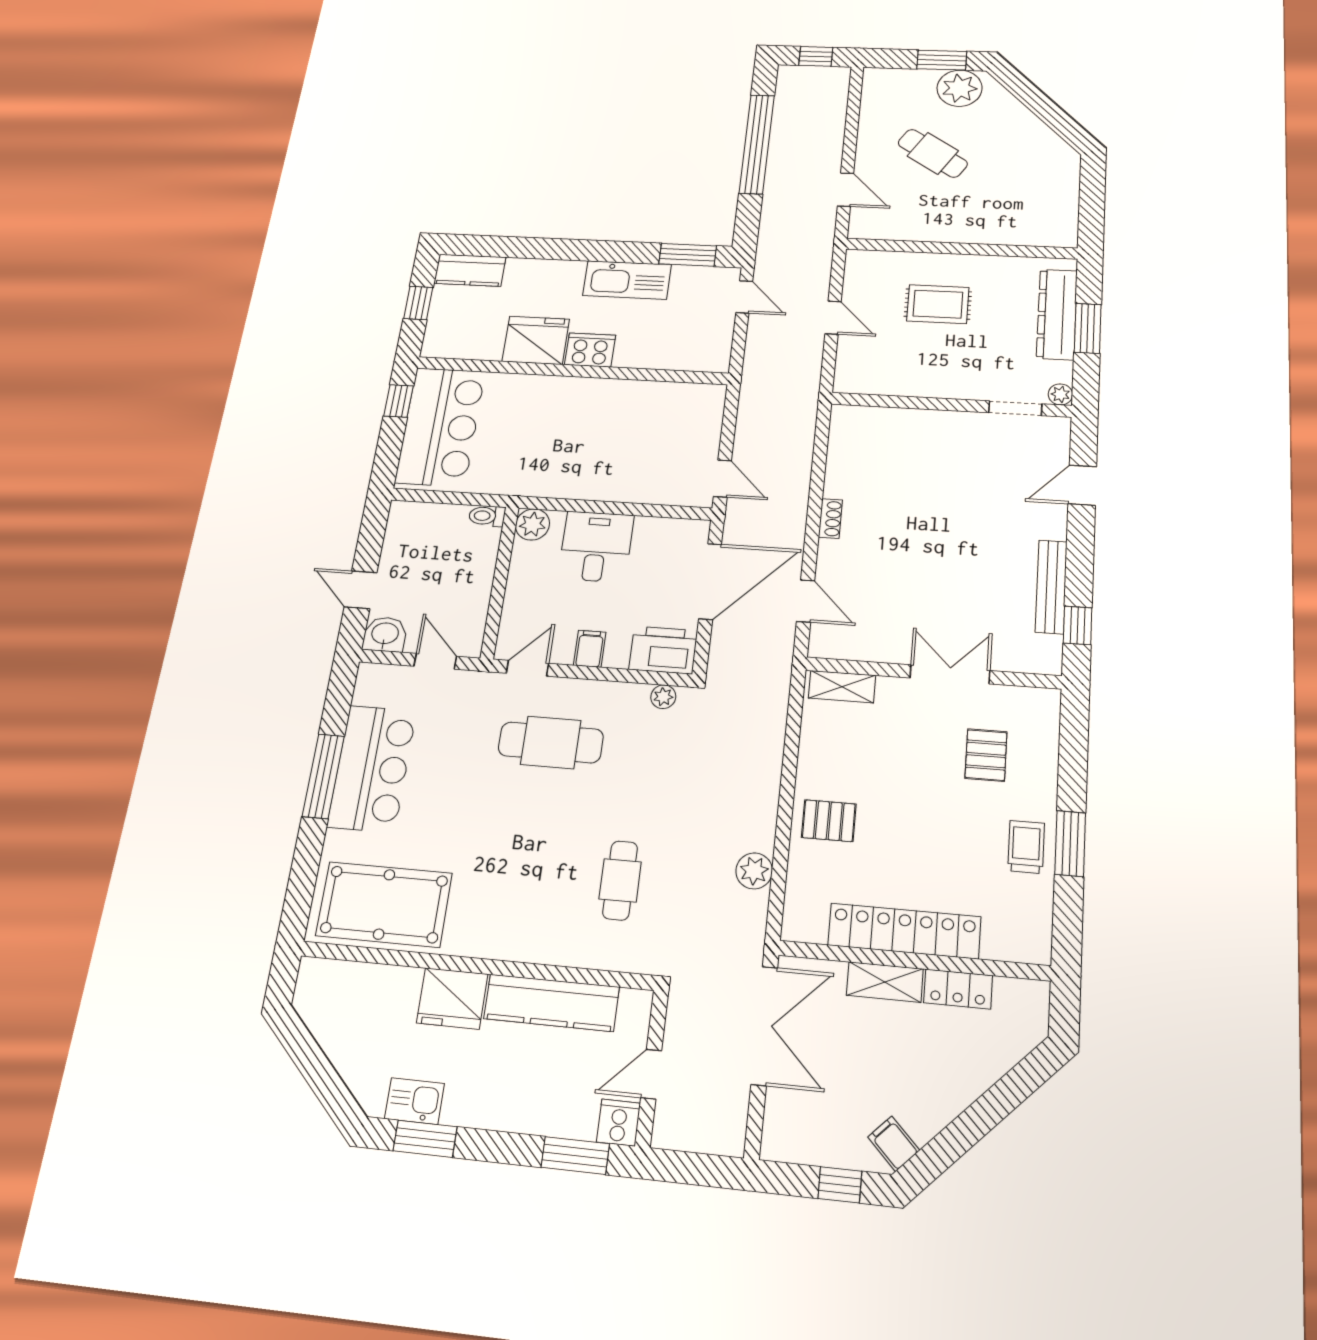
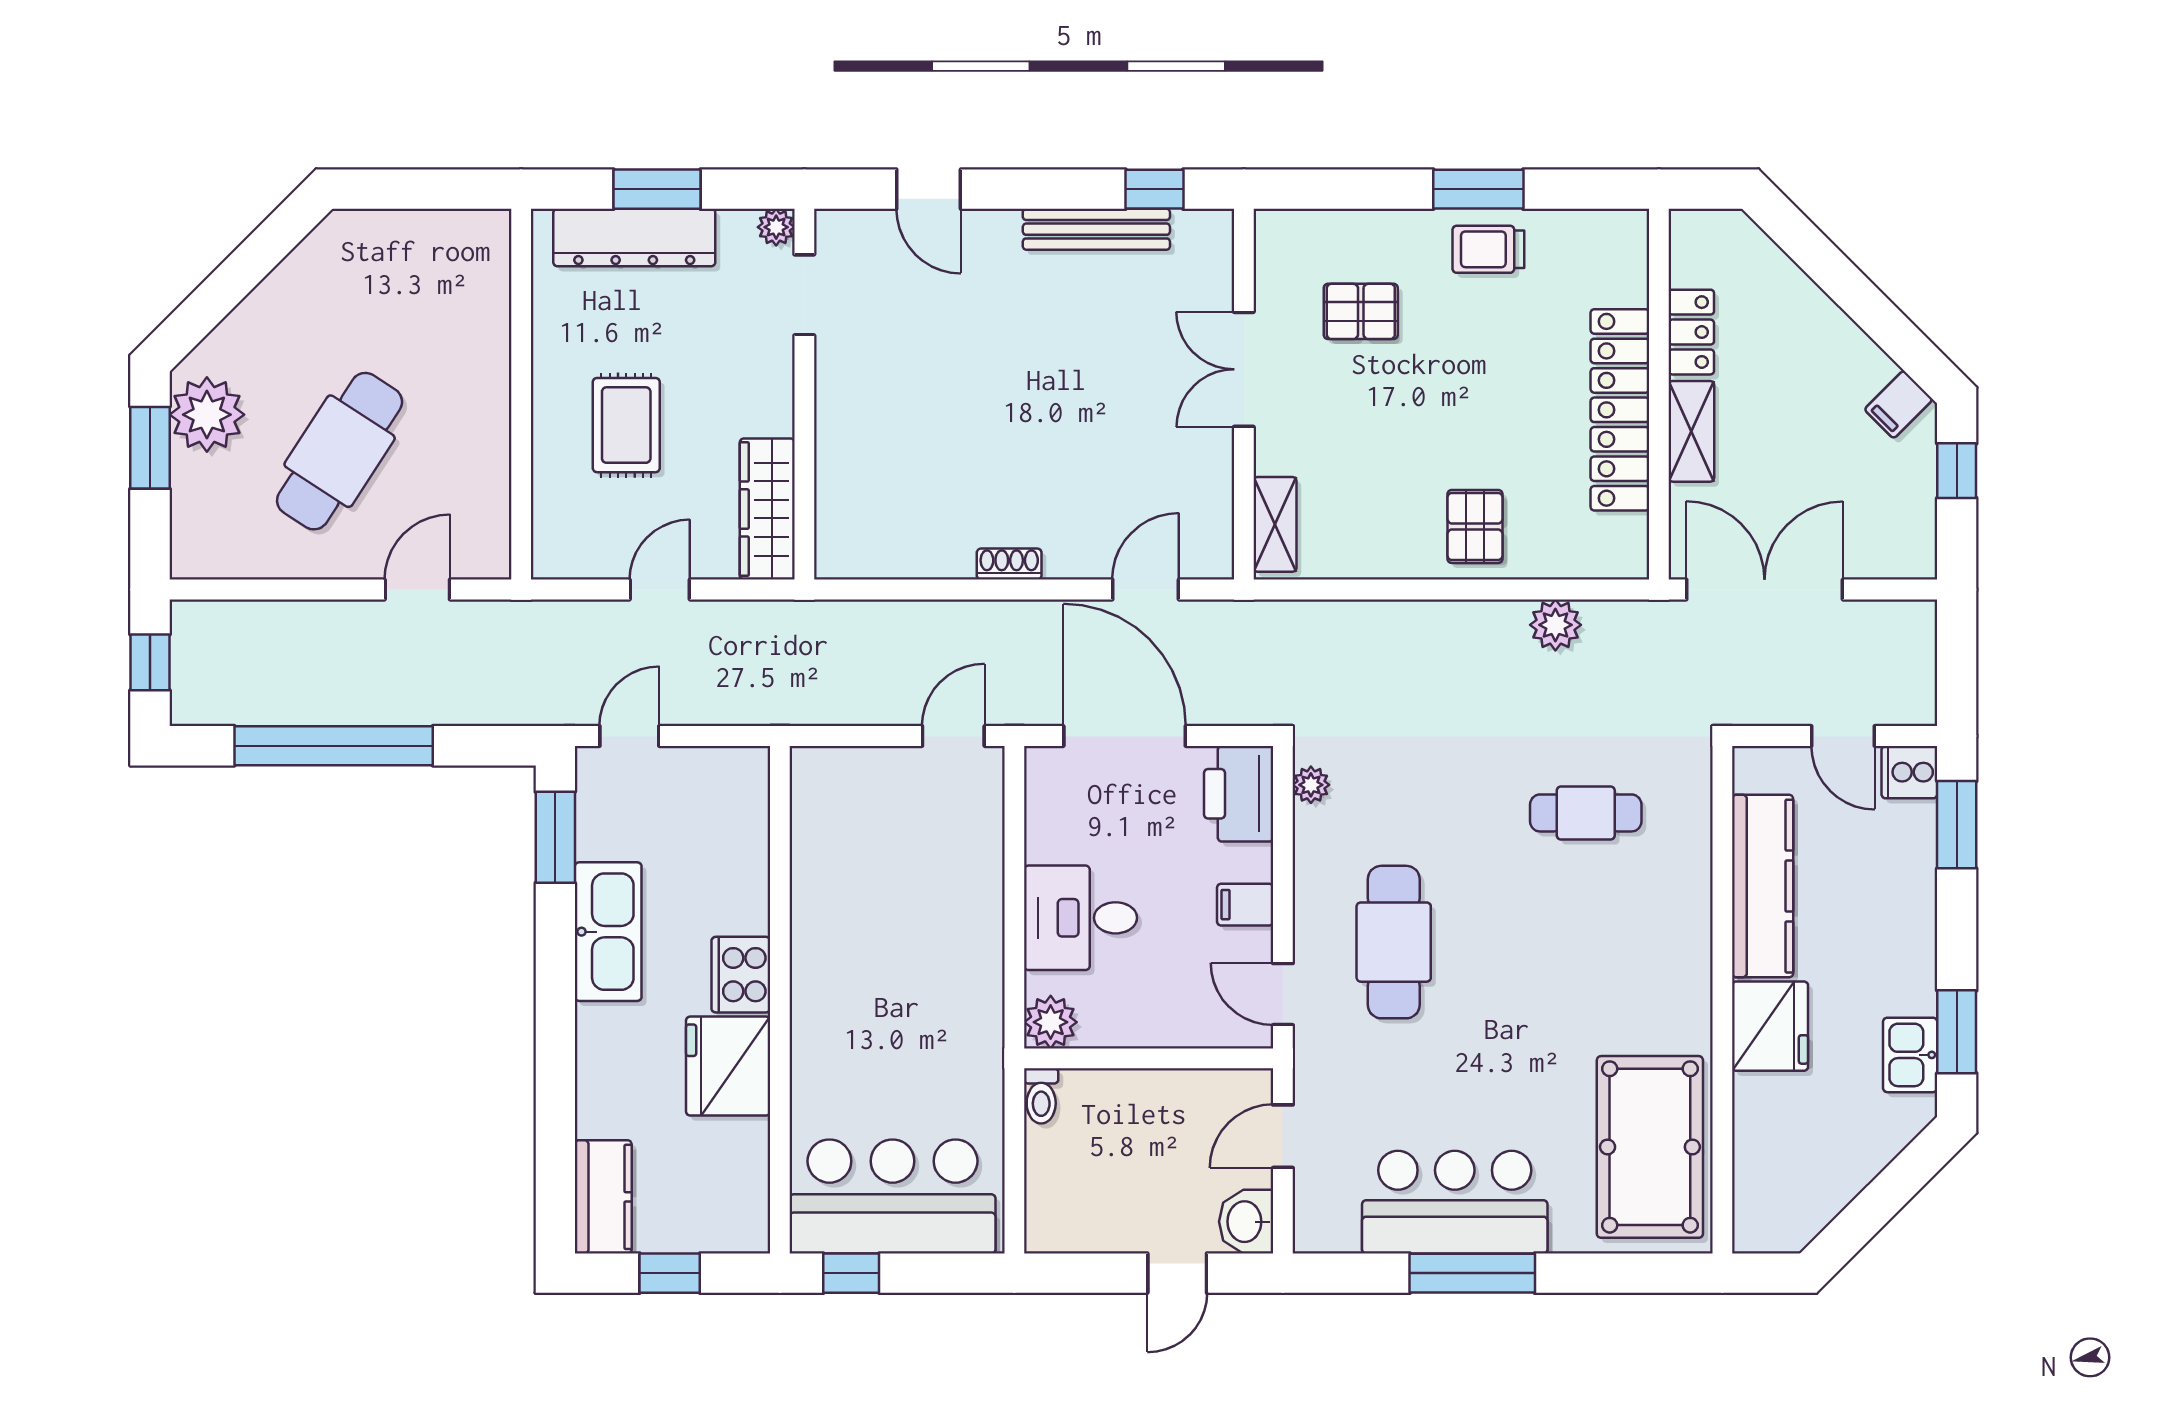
cafe table: (933, 153) -> (340, 451), width x1.37, depth x1.35
wardrobe: (878, 380) -> (767, 509), added

